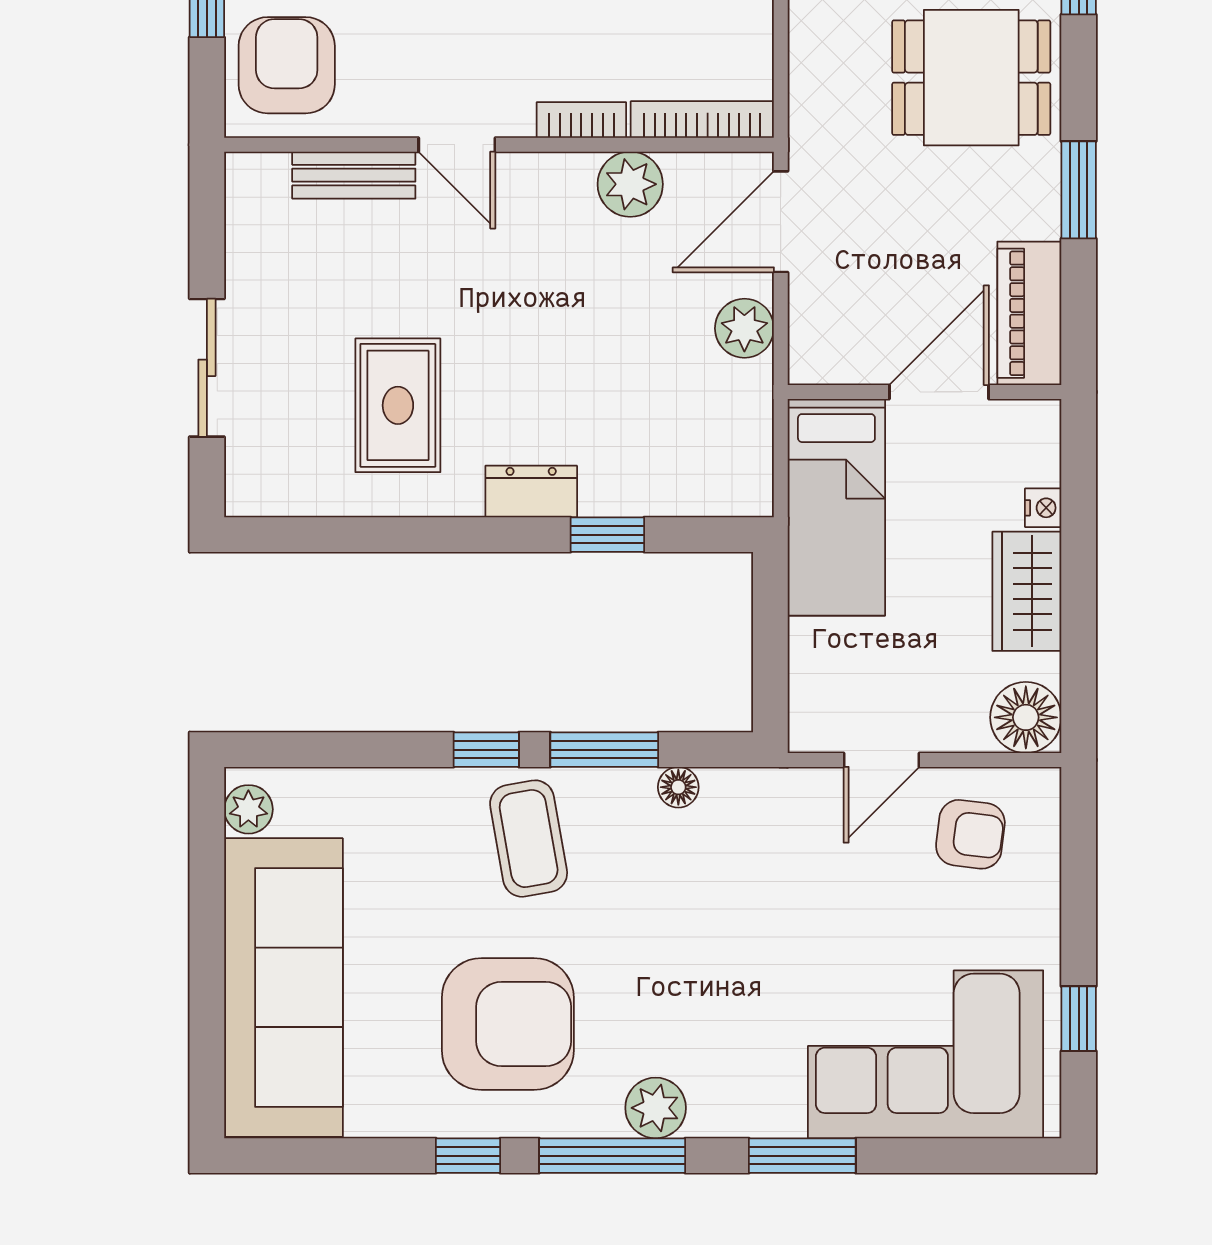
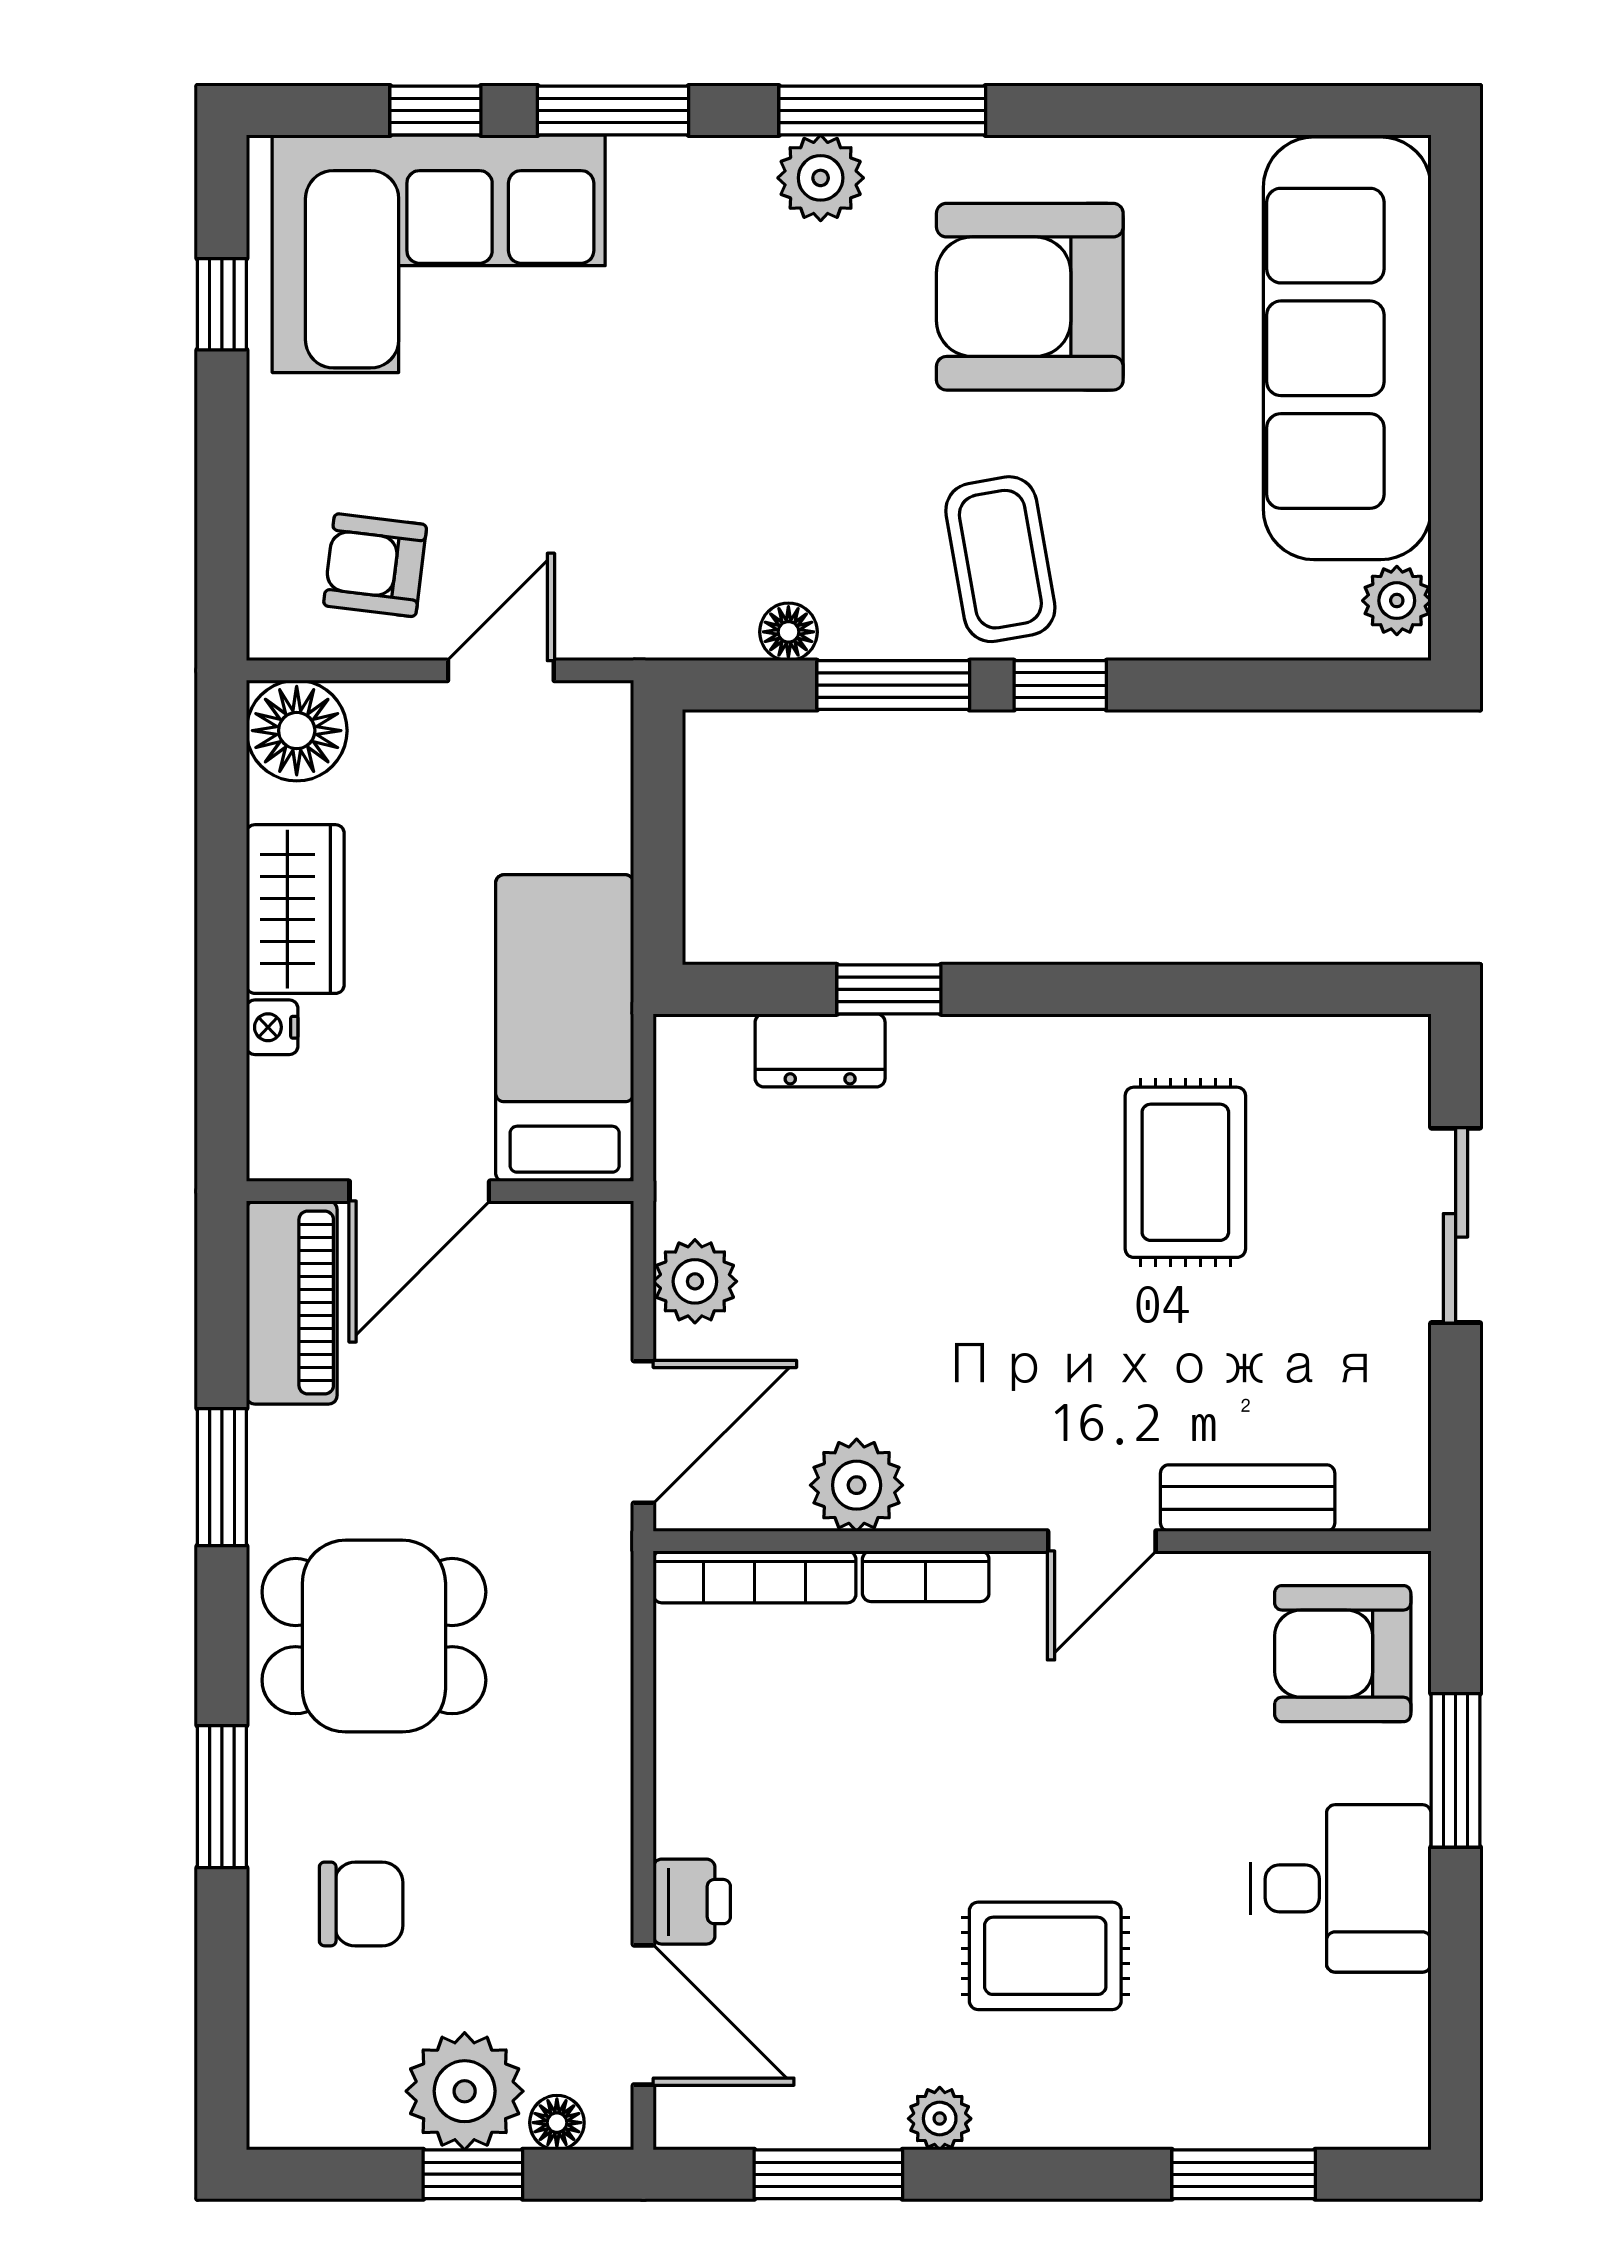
armchair: (287, 65) -> (1343, 1654), turned 90
door: (457, 145) -> (1102, 1541), swing flipped
dresser: (531, 491) -> (820, 1050), moved
window: (468, 1156) -> (435, 111), moved

